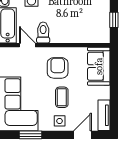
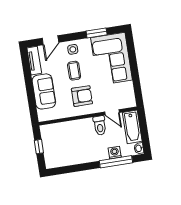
sofa: (99, 66) -> (44, 91), moved
armchair: (58, 68) -> (82, 96), turned -90

